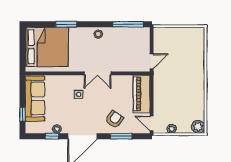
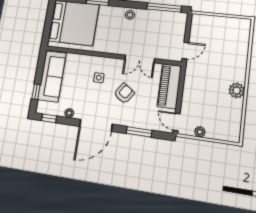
double door: (98, 73) -> (140, 59), moved
armchair: (114, 119) -> (124, 93), moved
plant: (198, 127) -> (237, 90), moved
window: (52, 136) -> (49, 118), moved

